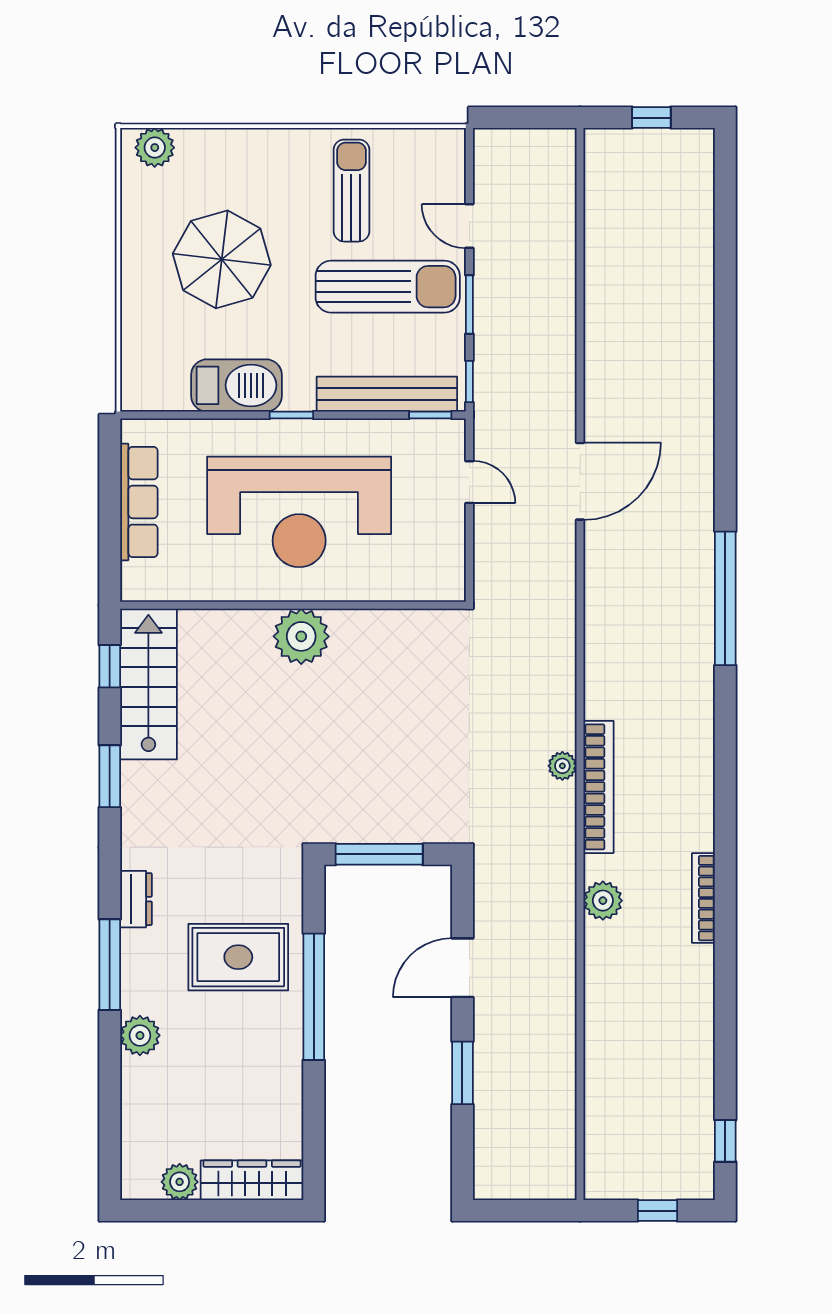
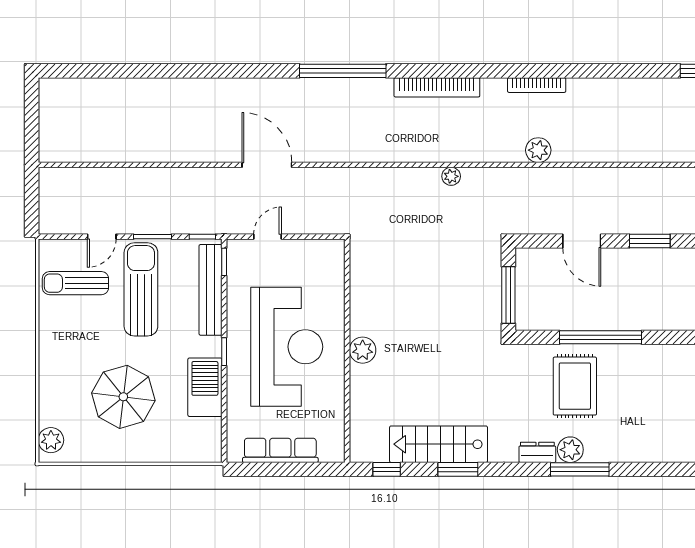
window: (651, 118) -> (32, 119), removed
sun lounger: (351, 191) -> (75, 283), moved
plant: (301, 636) -> (363, 350), width x0.73, depth x0.73
stairs: (148, 684) -> (439, 444), moved
bookcase: (598, 787) -> (437, 87), moved, turned 180
plant: (140, 1035) -> (570, 450), moved

